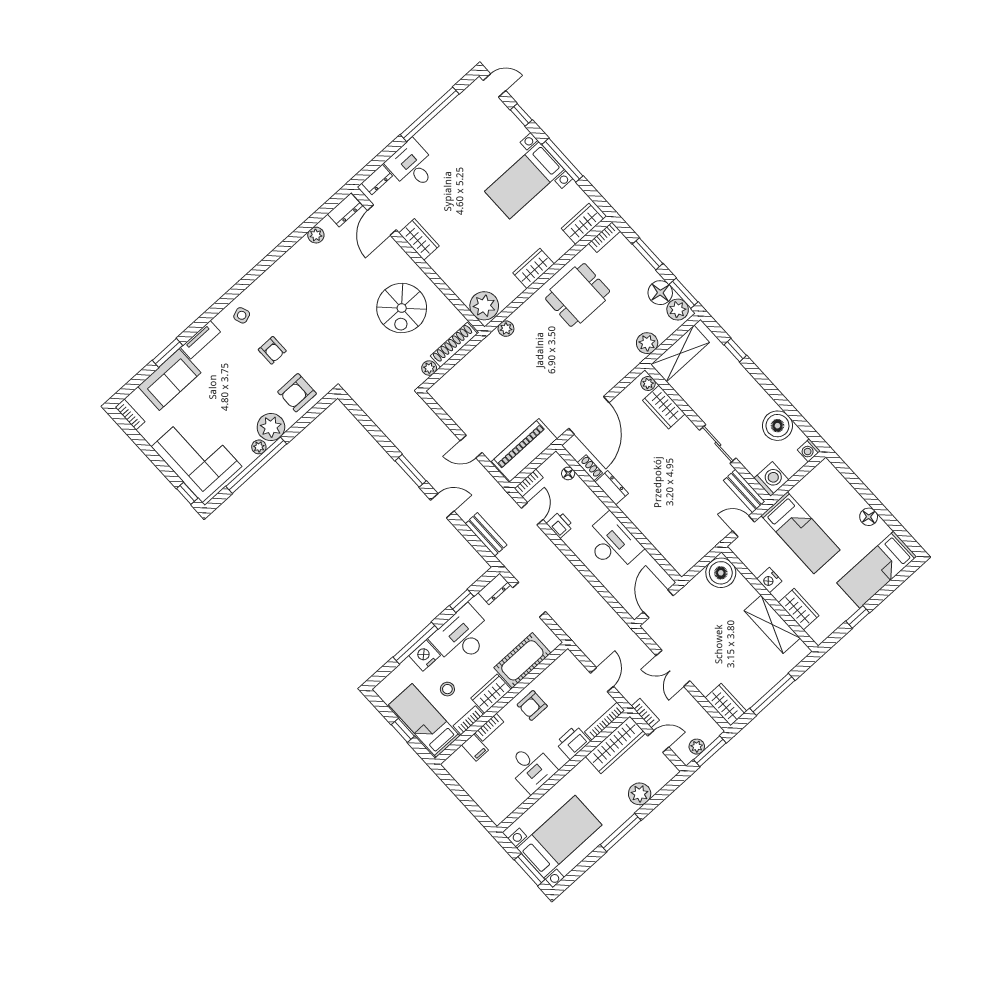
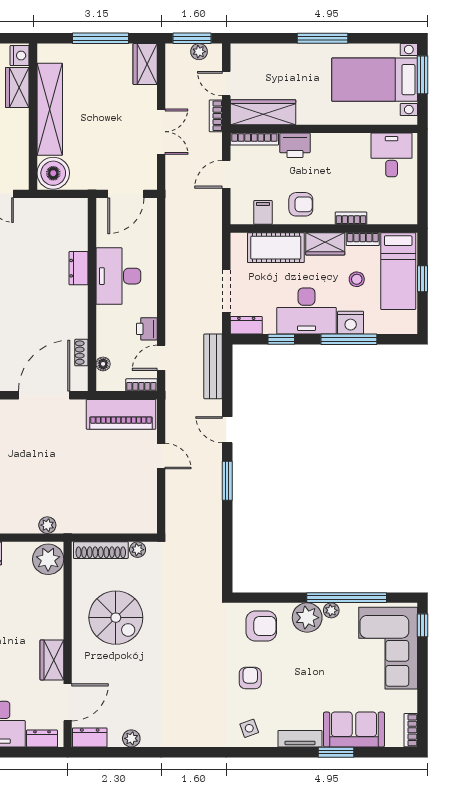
spiral stairs: (402, 308) -> (116, 618), turned 90
dresser: (612, 488) -> (79, 268), moved
bench: (486, 534) -> (213, 366), width x1.36
nightstand: (769, 580) -> (20, 56), moved
shelving: (772, 624) -> (50, 109), width x1.47
filing cabinet: (475, 748) -> (263, 212), moved
desk: (531, 768) -> (392, 155), moved
plant: (640, 794) -> (279, 55), removed

